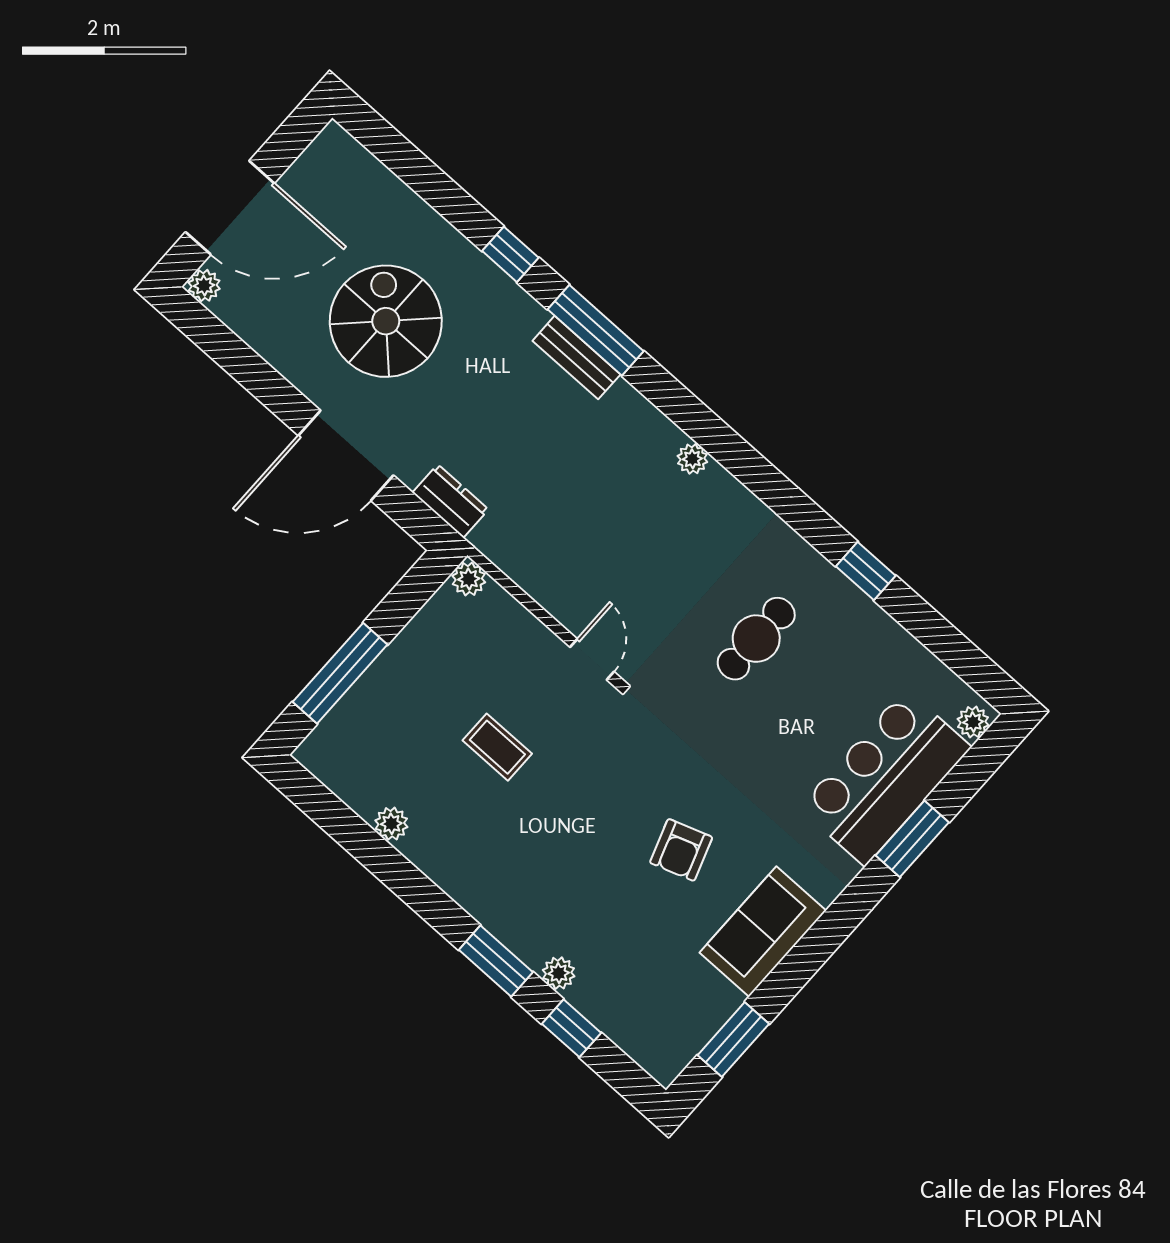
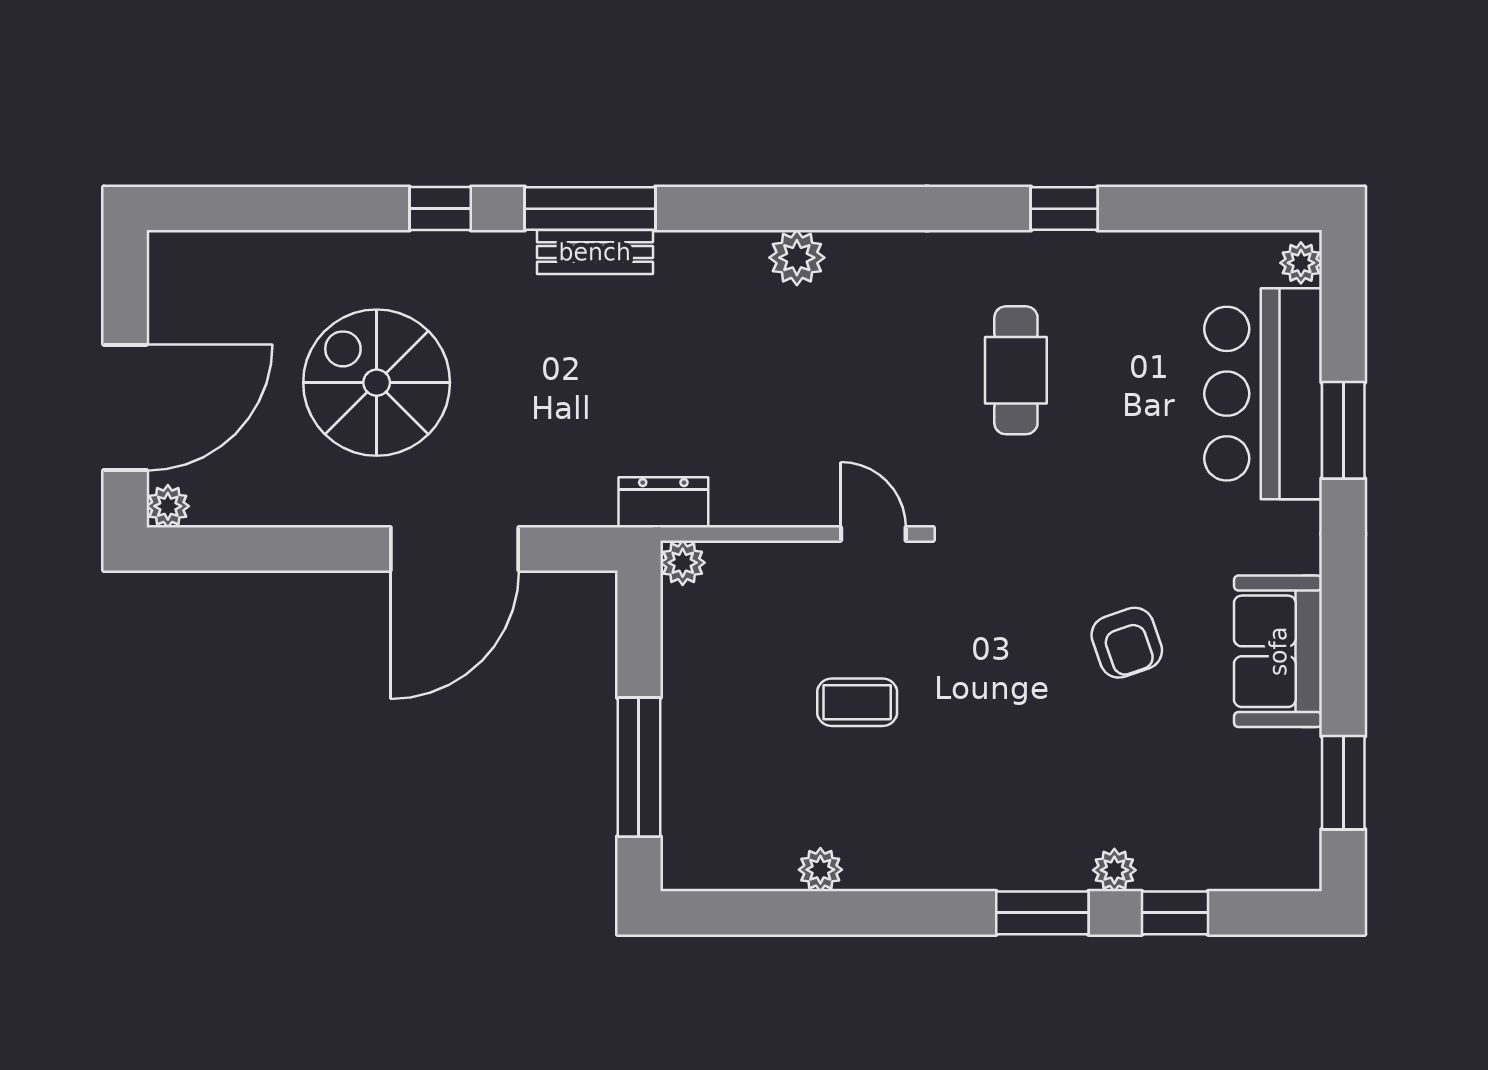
plant: (692, 459) -> (797, 258), width x1.38, depth x1.38
dresser: (450, 501) -> (663, 502), moved

